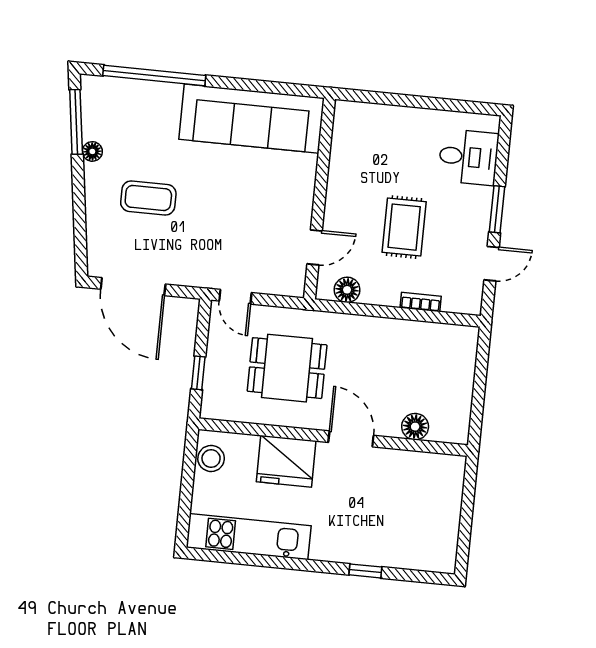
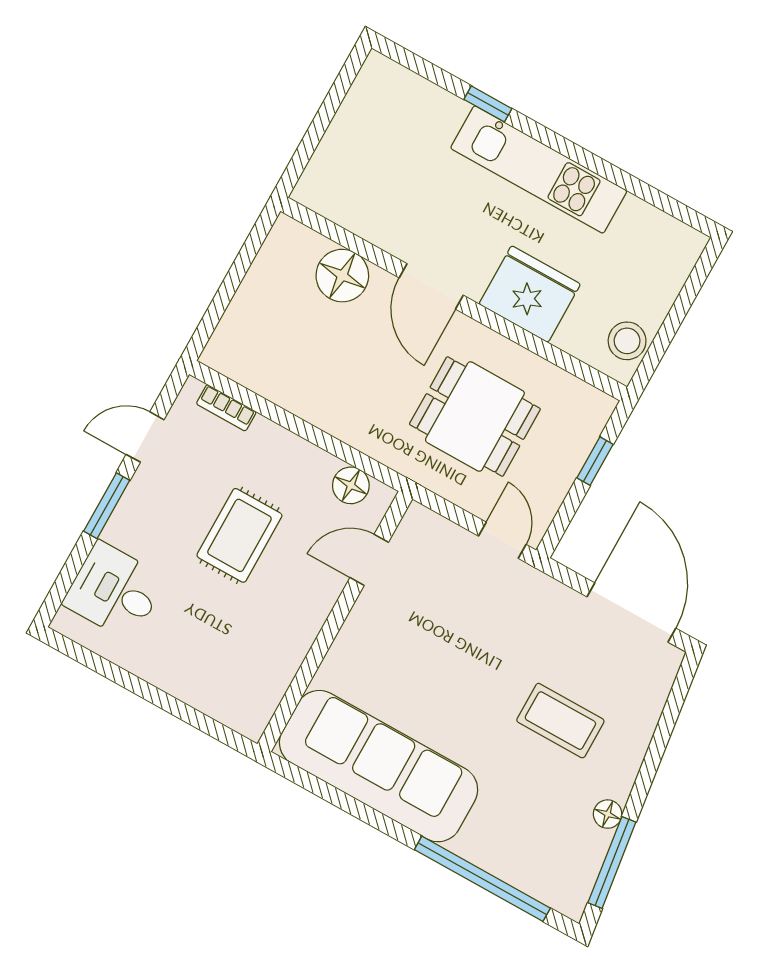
bookcase: (421, 302) -> (226, 408), moved
floor lamp: (415, 427) -> (342, 276), width x1.38, depth x1.38
kitchen unit: (249, 537) -> (539, 169), moved

